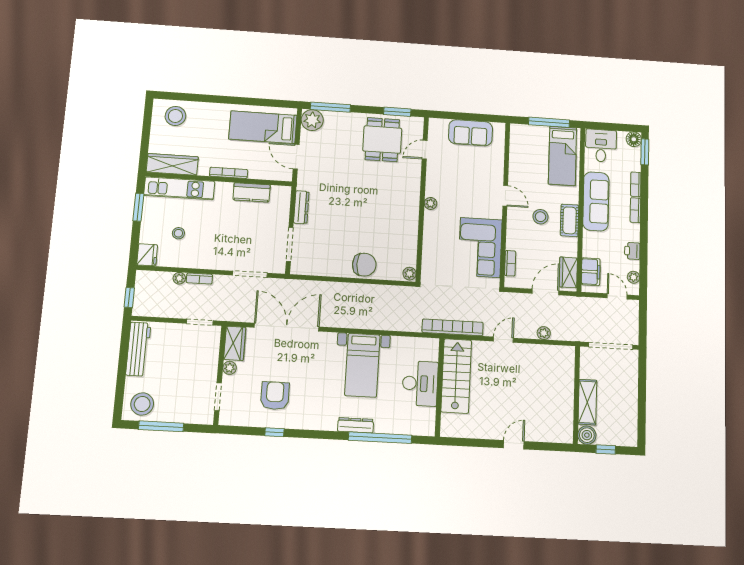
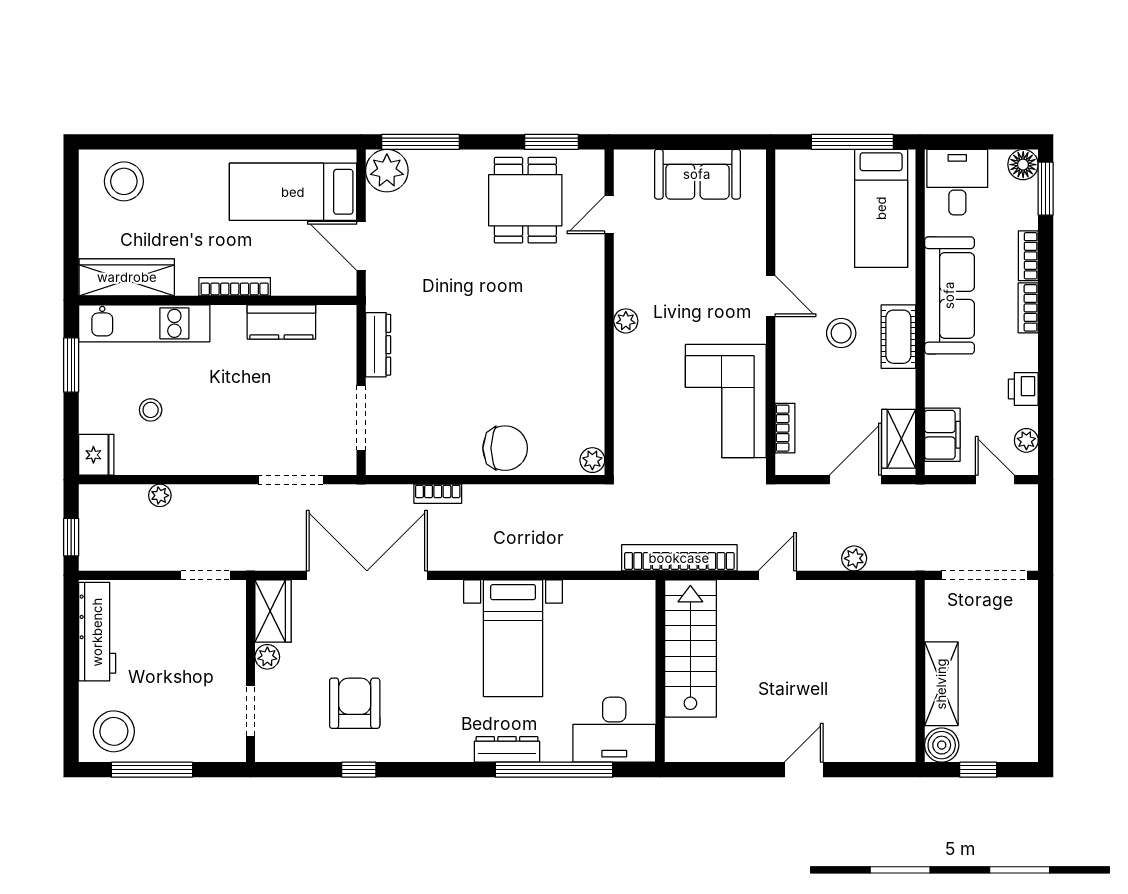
bookcase: (199, 279) -> (438, 494), moved
desk: (420, 383) -> (614, 730), moved, turned 90

